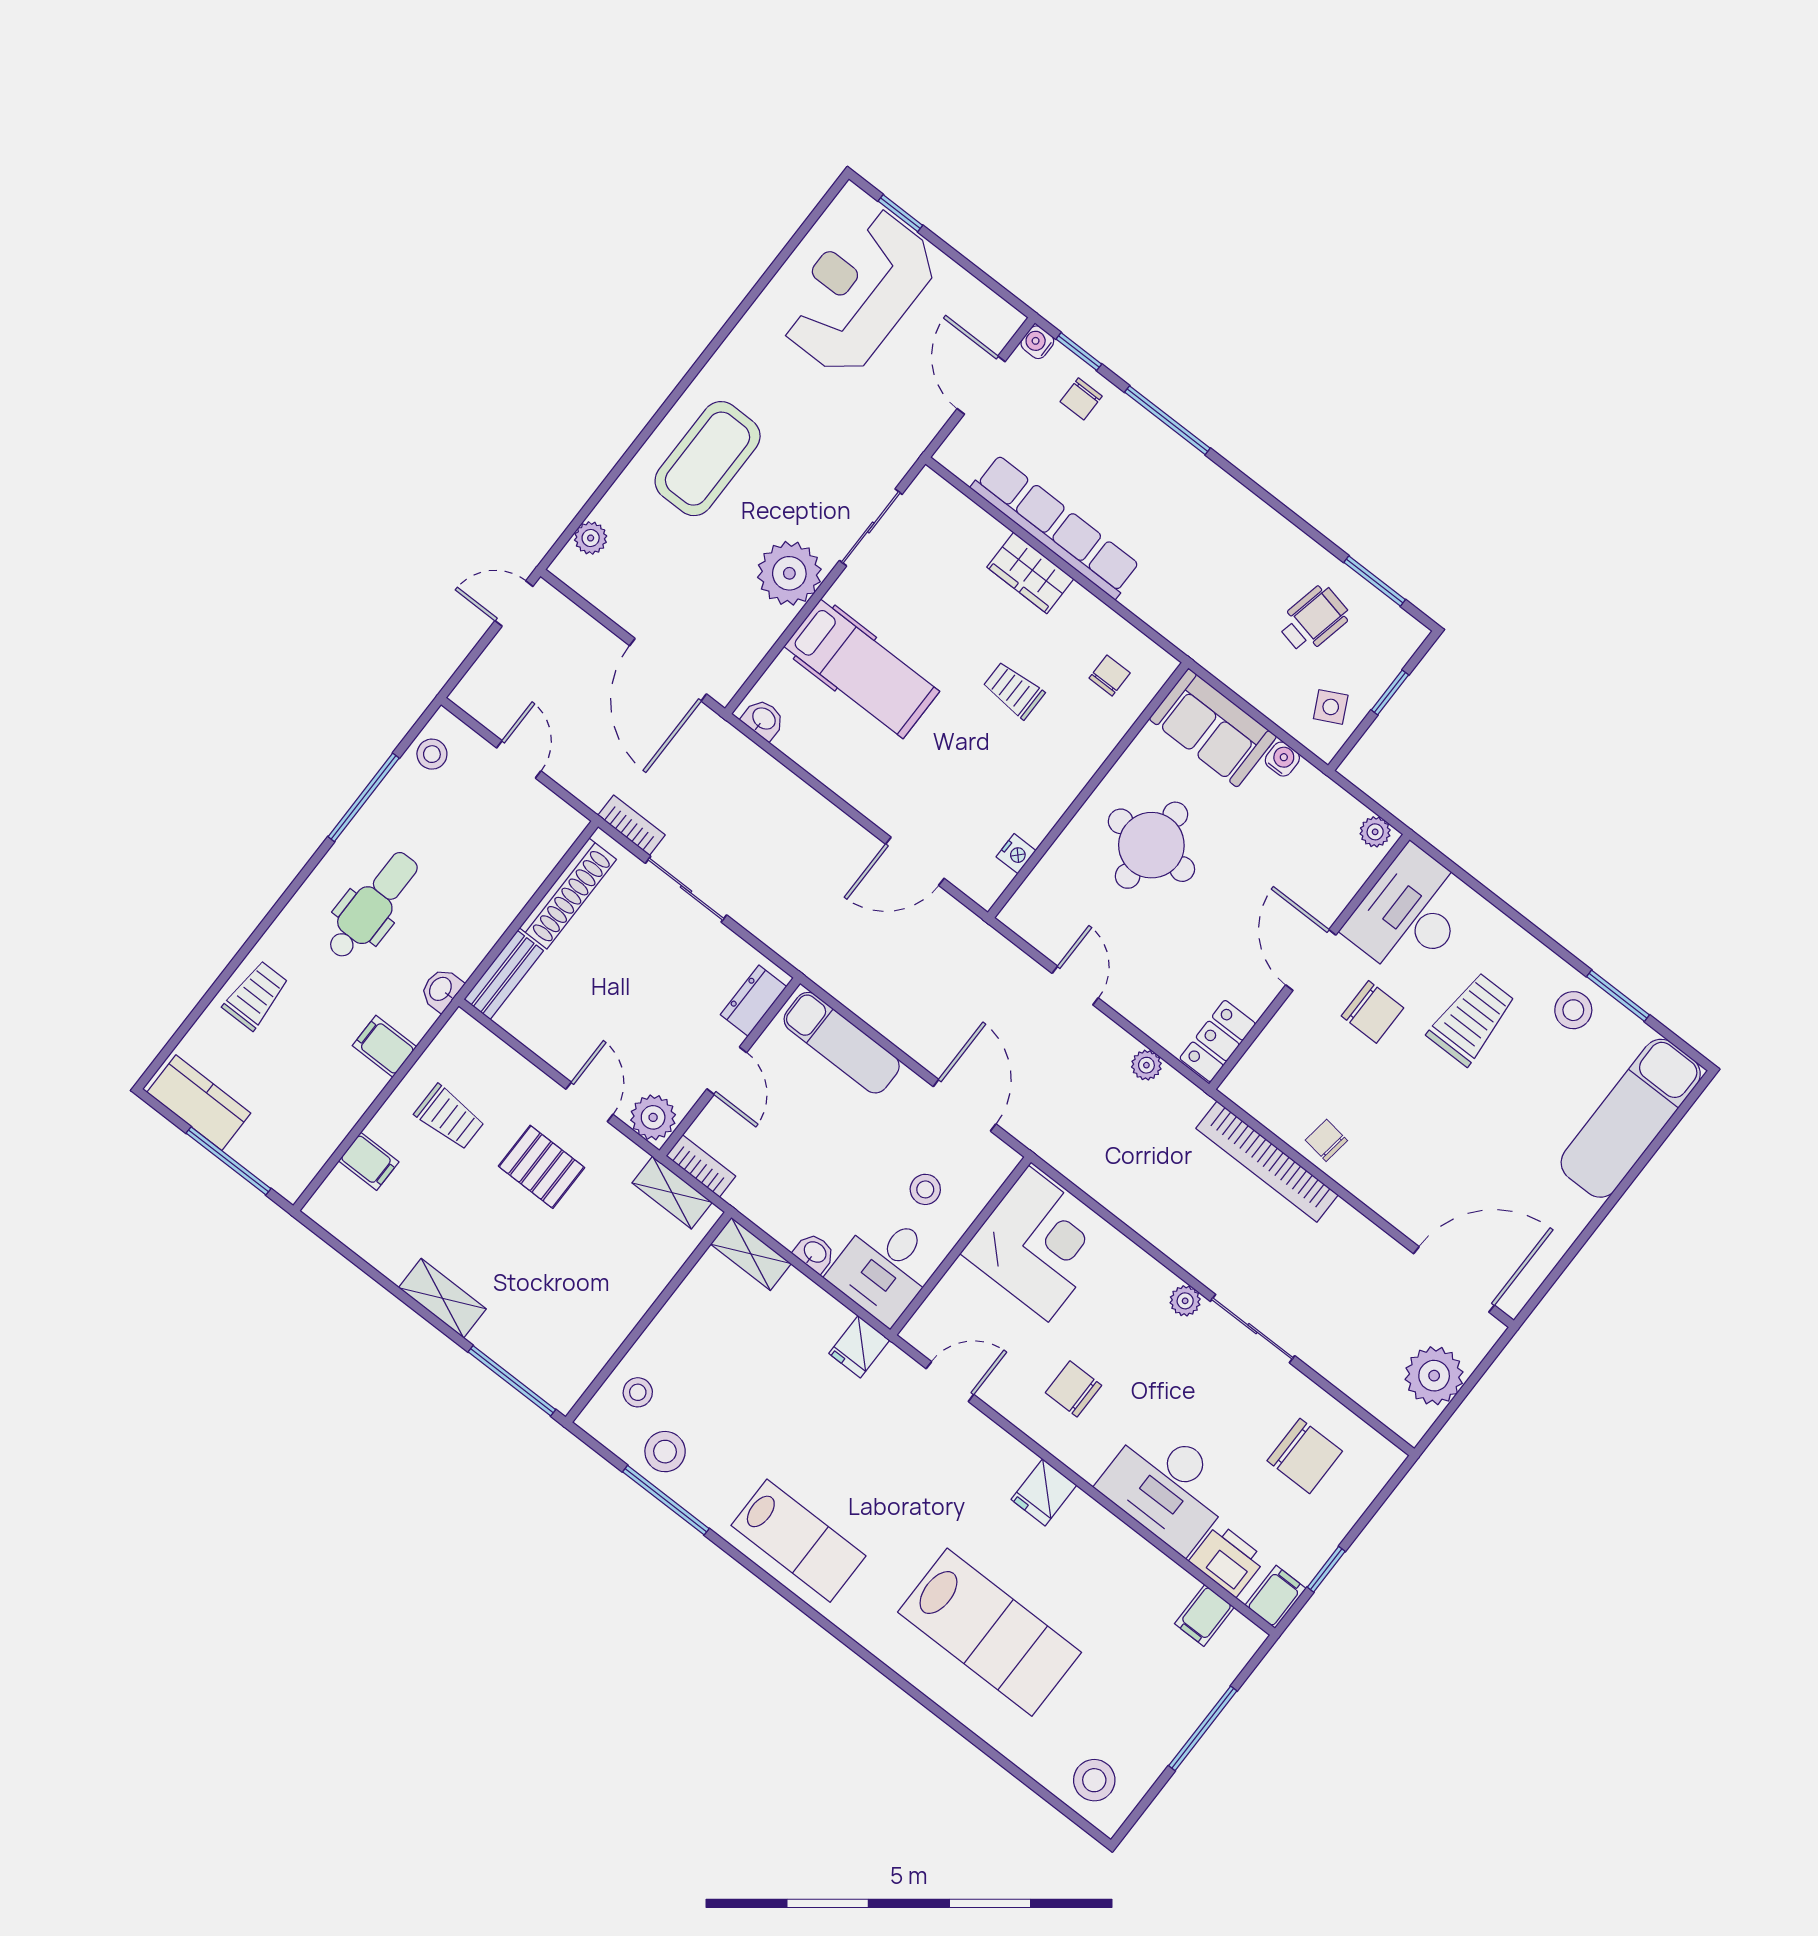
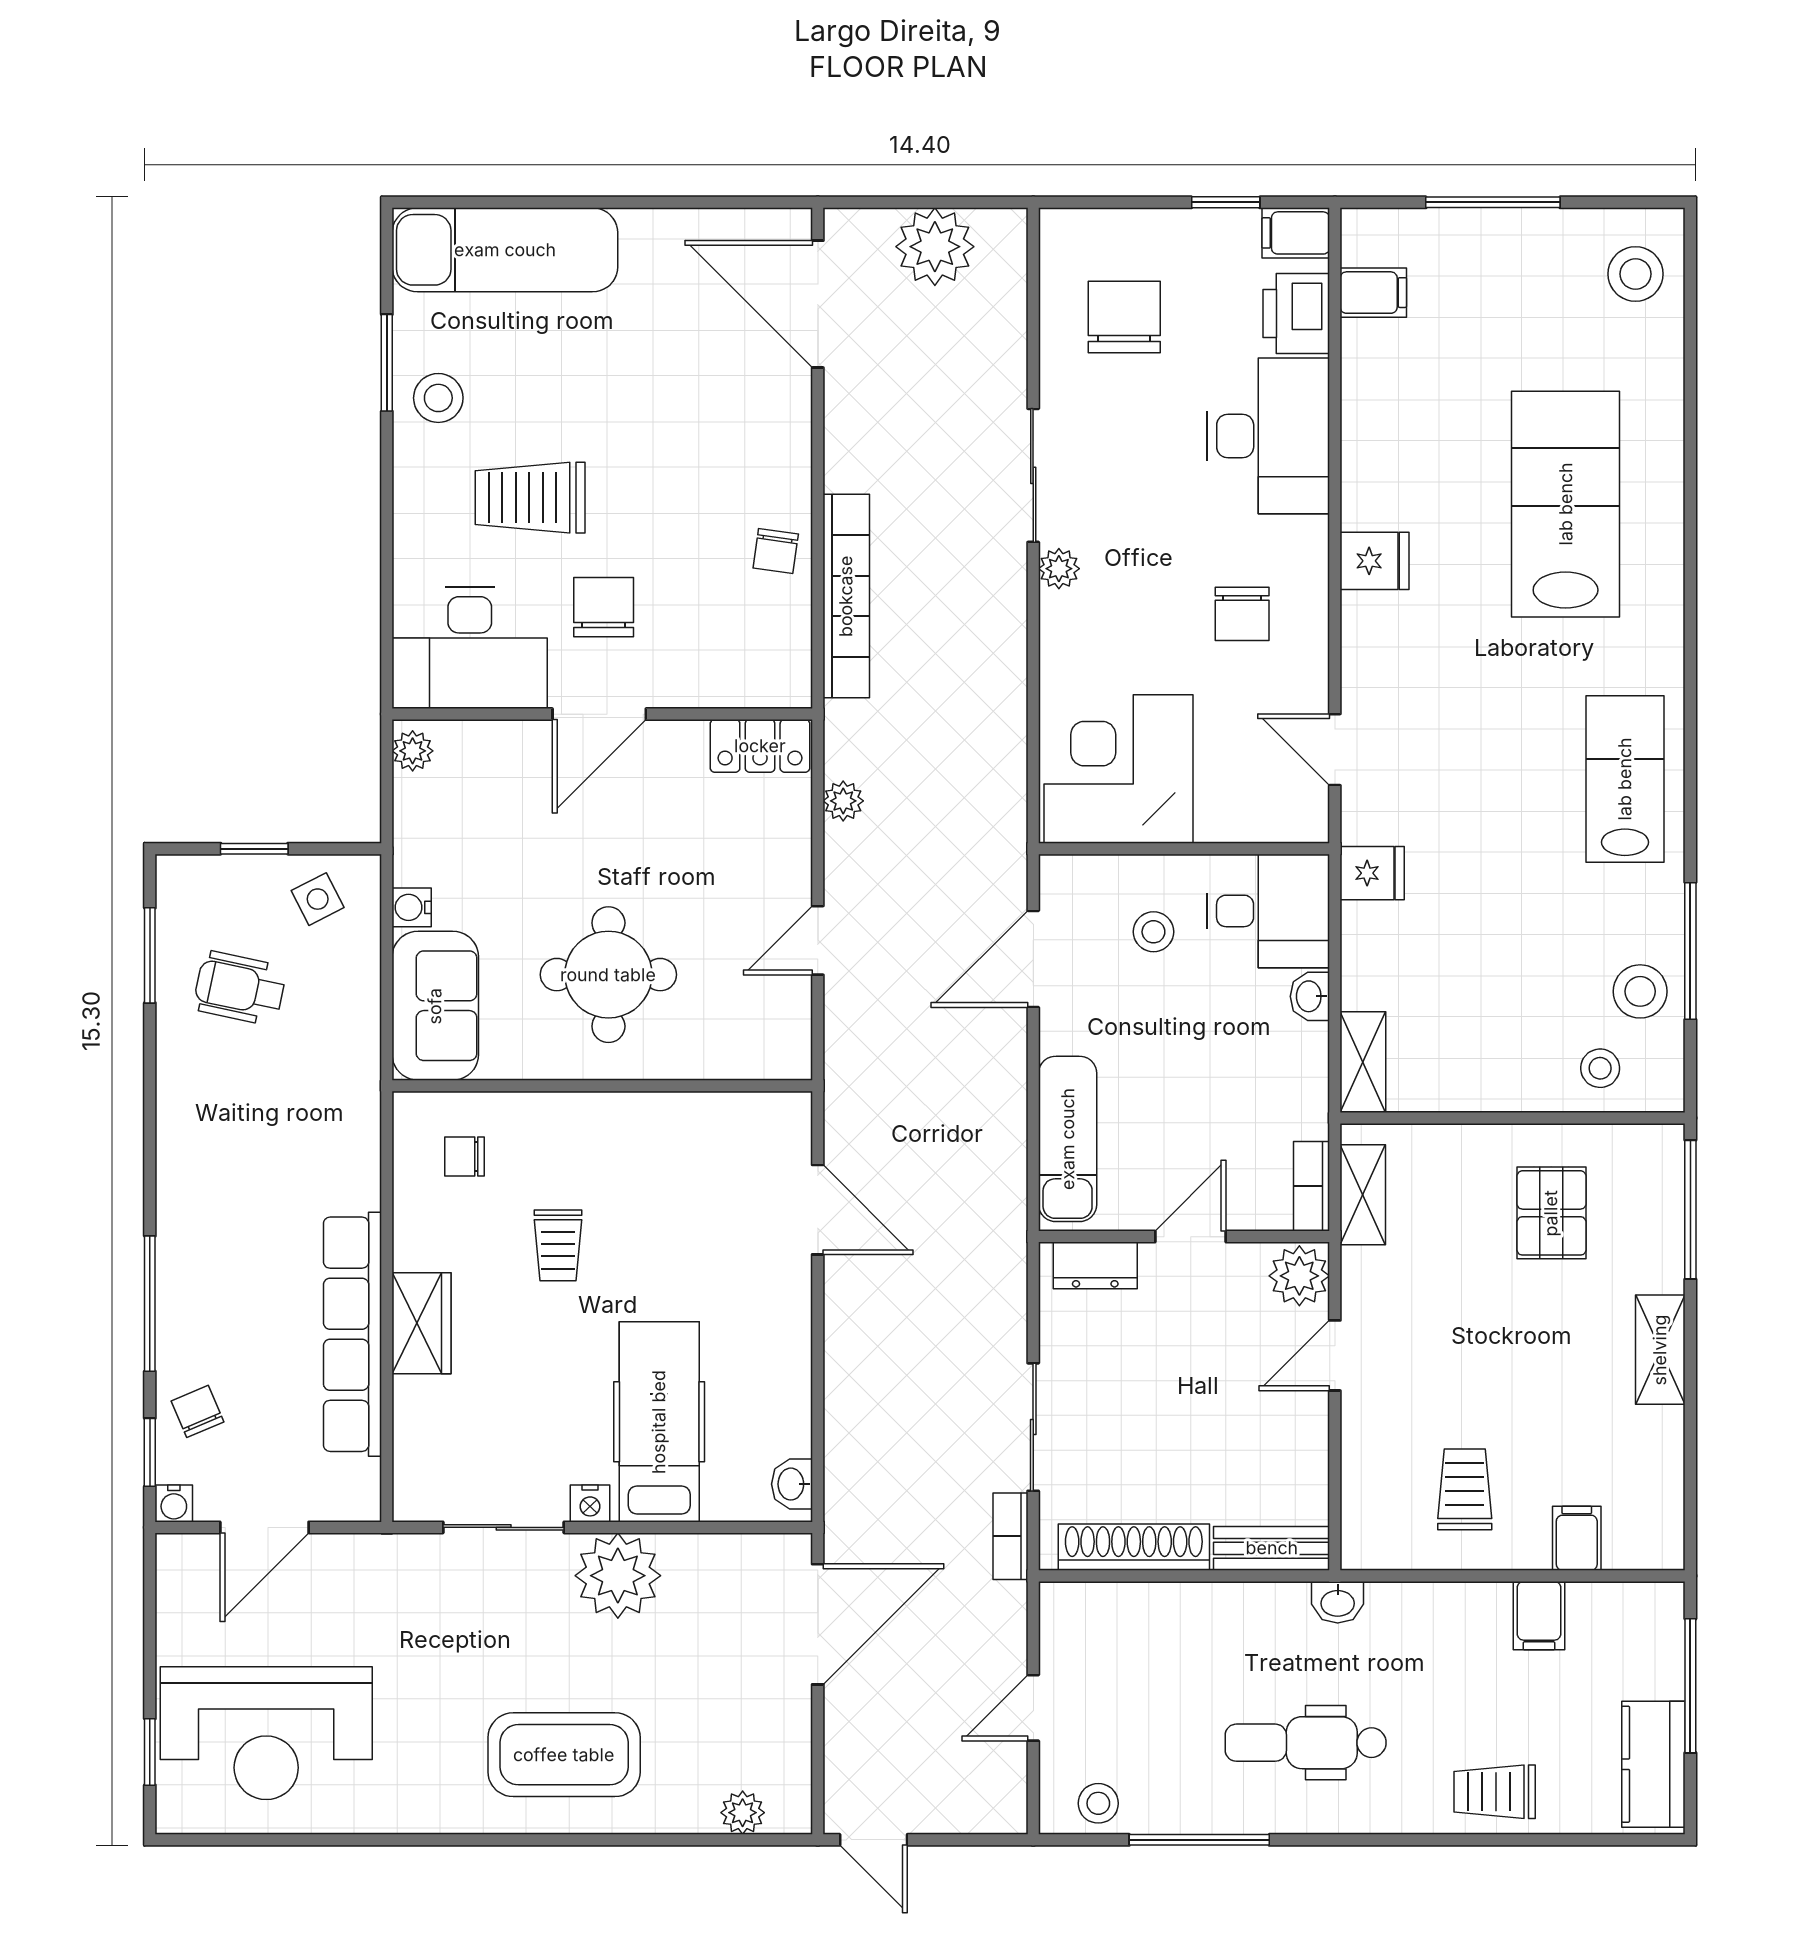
chair: (1081, 399) -> (198, 1411), turned -113
nightstand: (1016, 854) -> (590, 1503), moved, turned 180
filing cabinet: (384, 1046) -> (1539, 1616), moved
pallet: (541, 1167) -> (1551, 1213), moved

